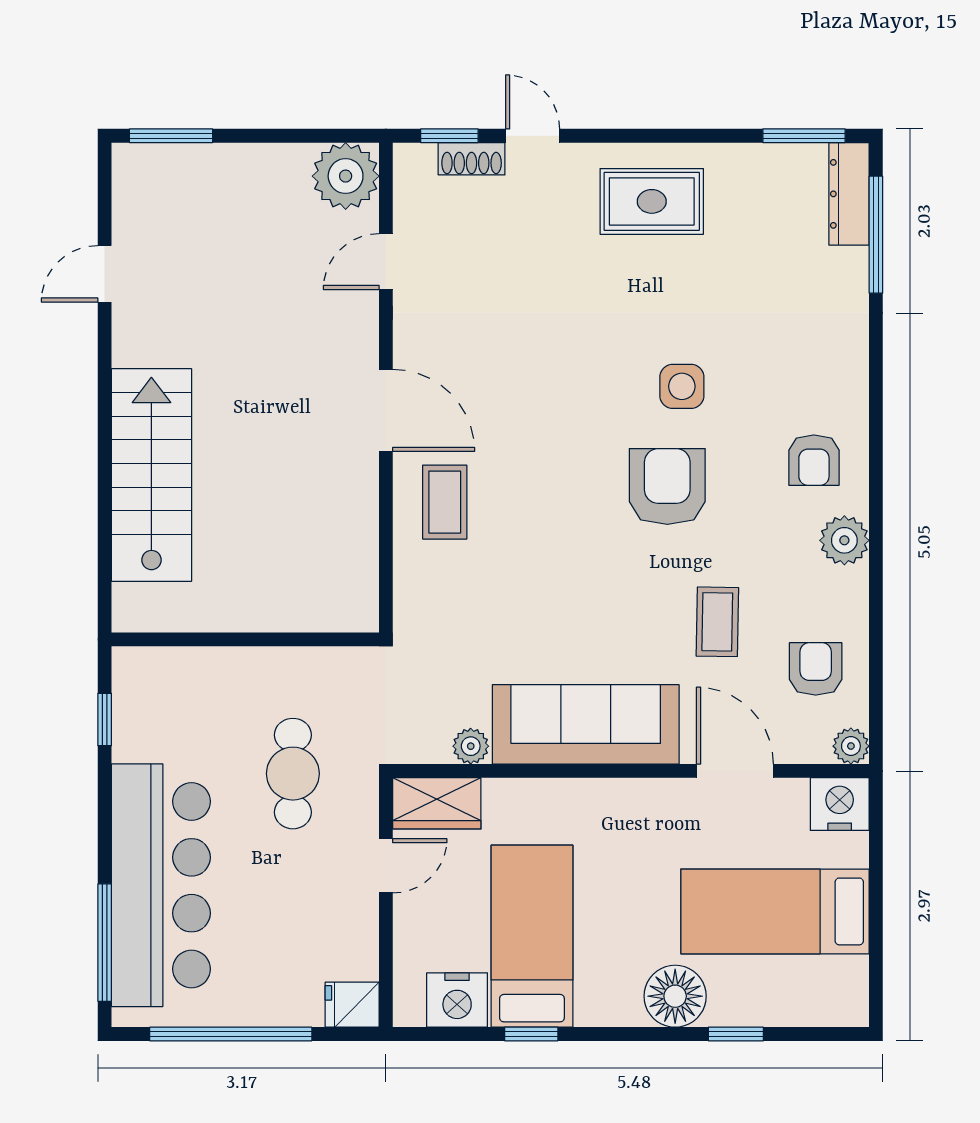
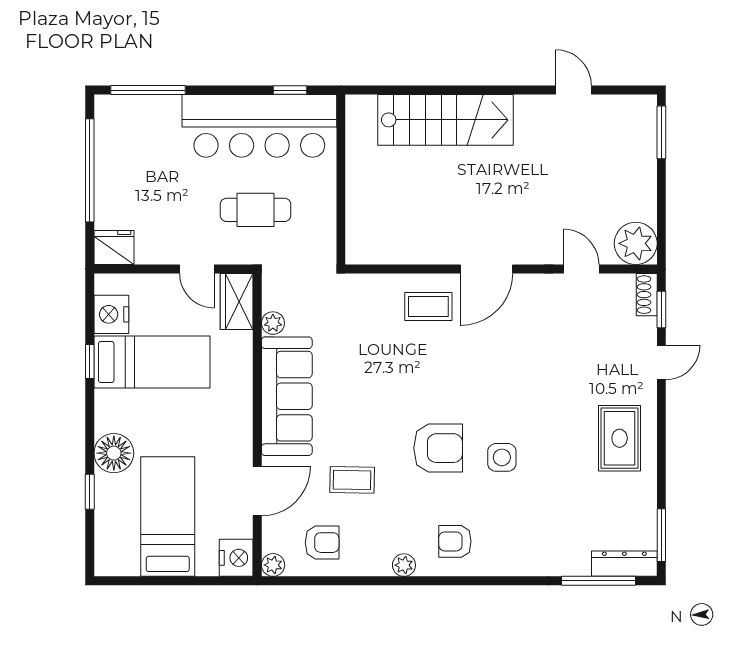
shoe rack: (472, 159) -> (647, 295), moved
plant: (844, 540) -> (404, 565), width x0.73, depth x0.73
bar counter: (161, 885) -> (259, 126), moved
fridge: (352, 1005) -> (114, 248), width x1.38

